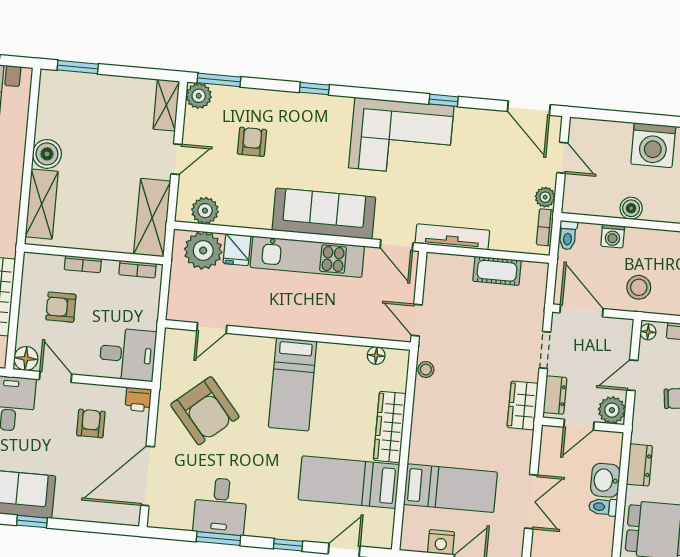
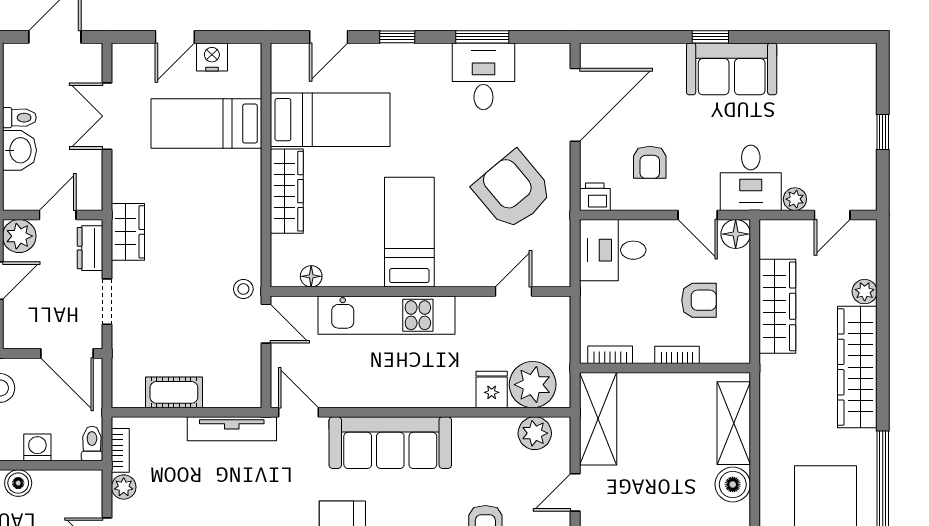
kitchen unit: (307, 257) -> (386, 315), moved, turned 180
stool: (426, 370) -> (243, 289), moved

